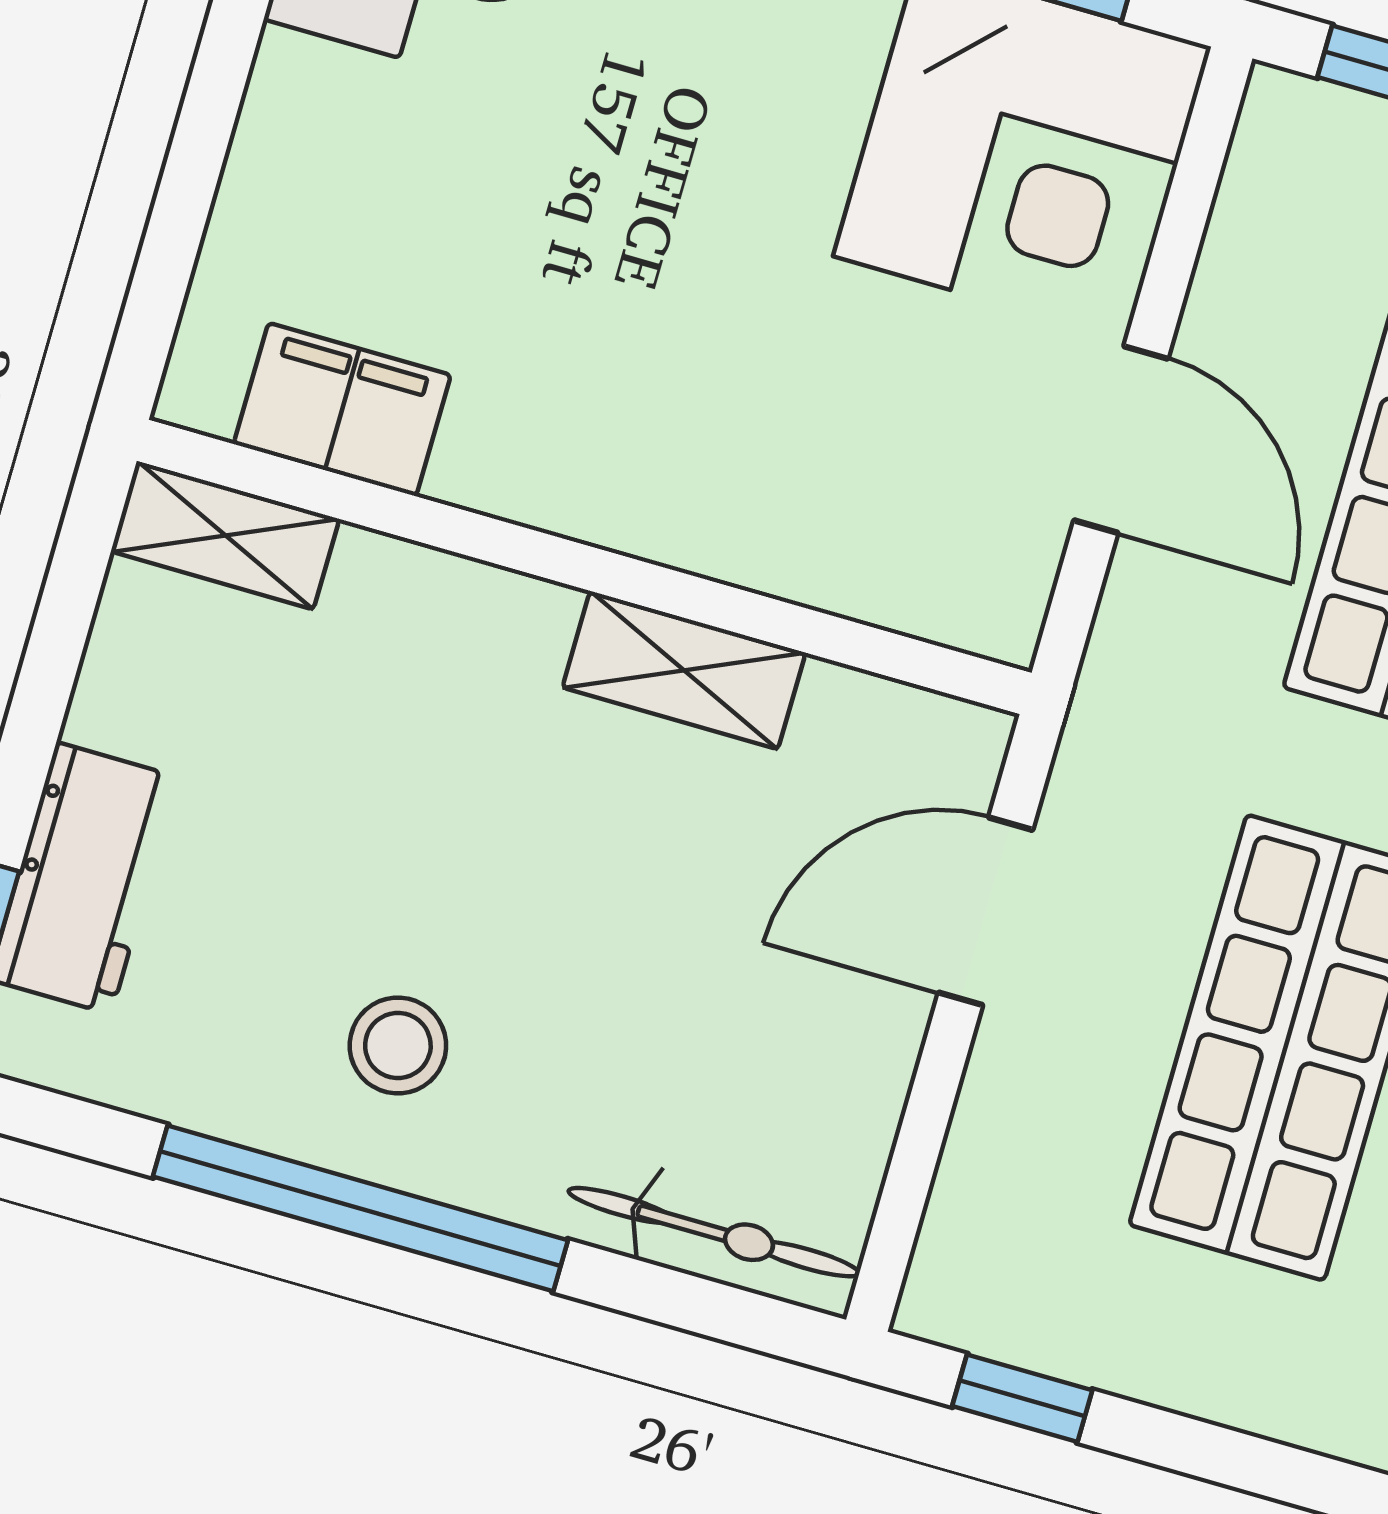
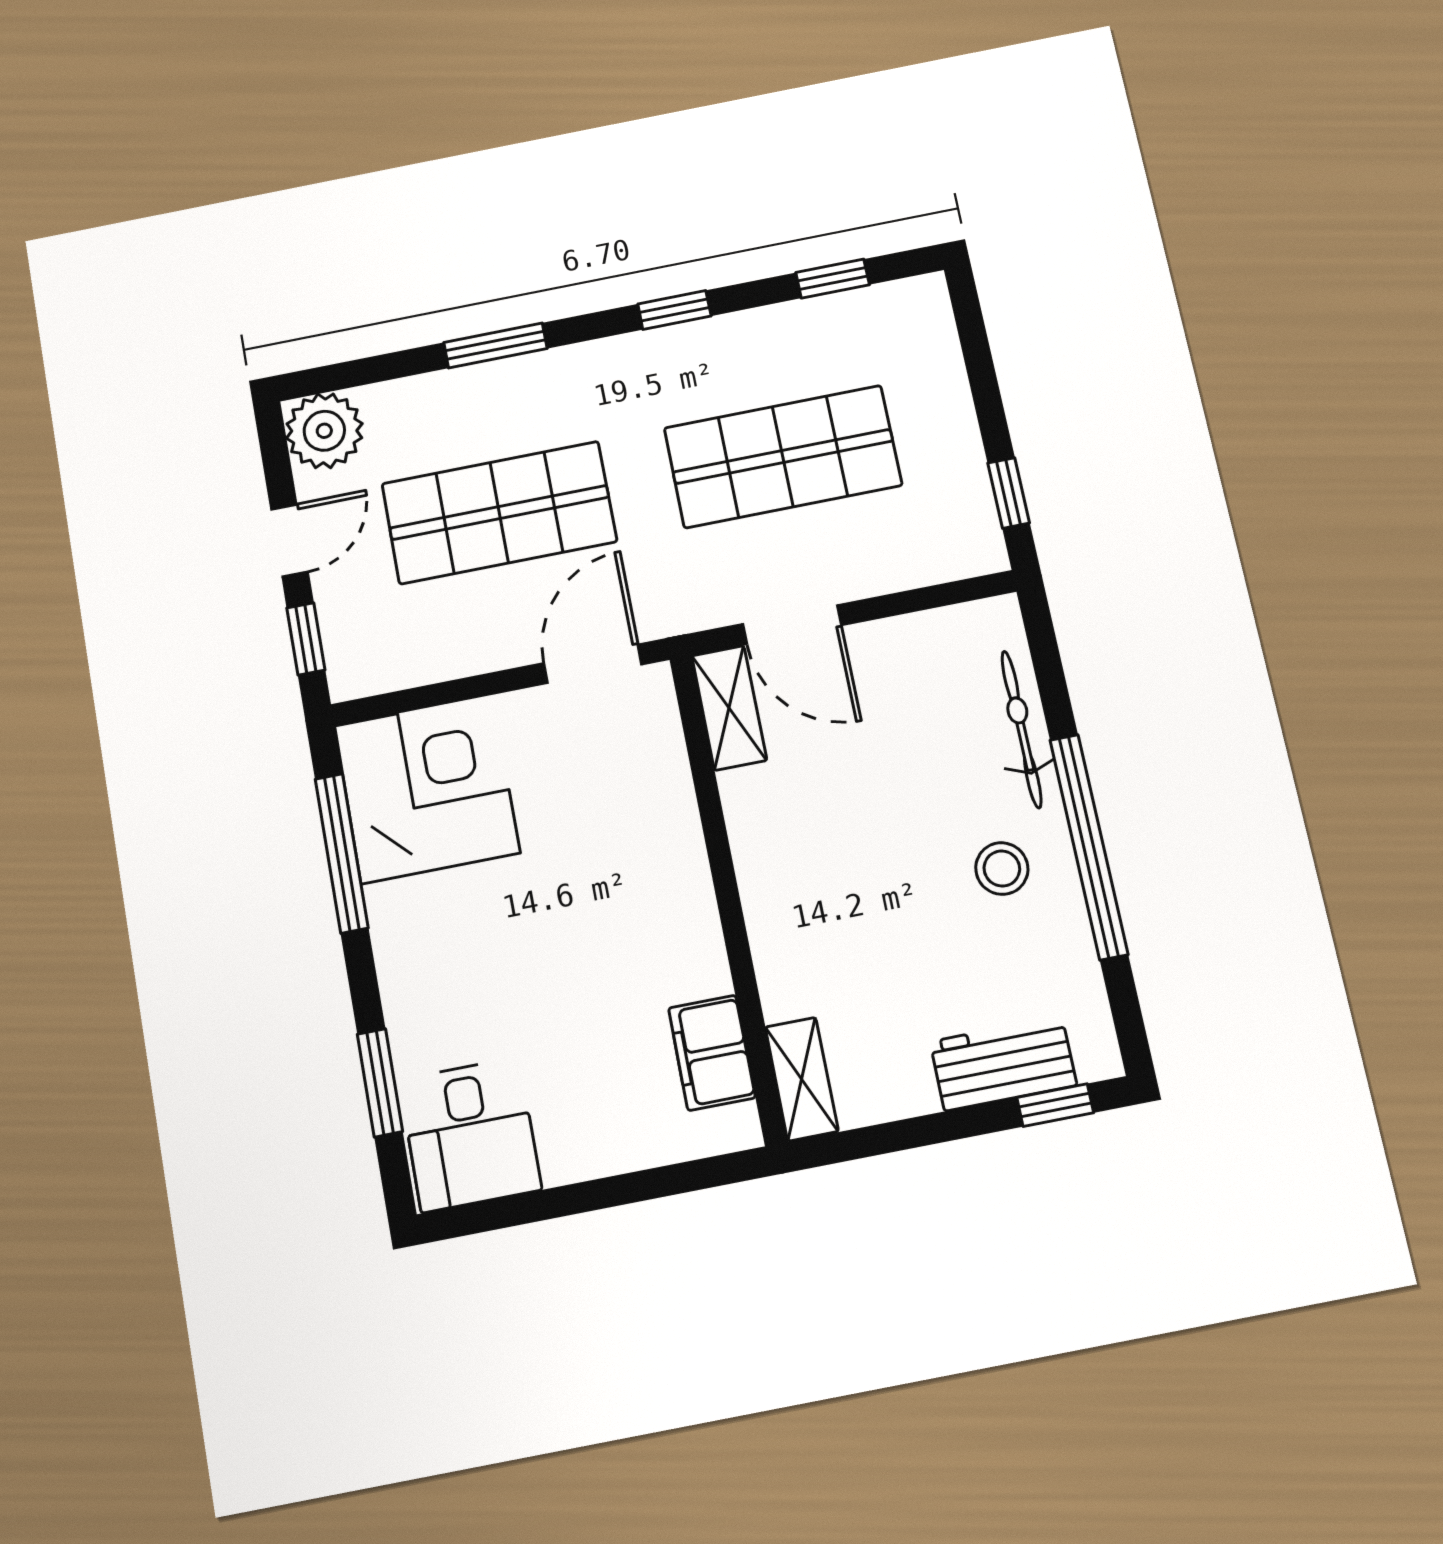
door: (1121, 440) -> (593, 664), moved
shelving: (684, 670) -> (729, 708), moved
bicycle: (714, 1232) -> (1022, 729), moved

